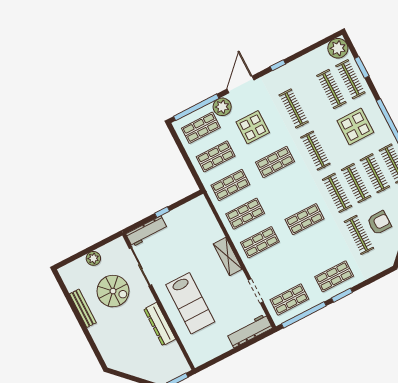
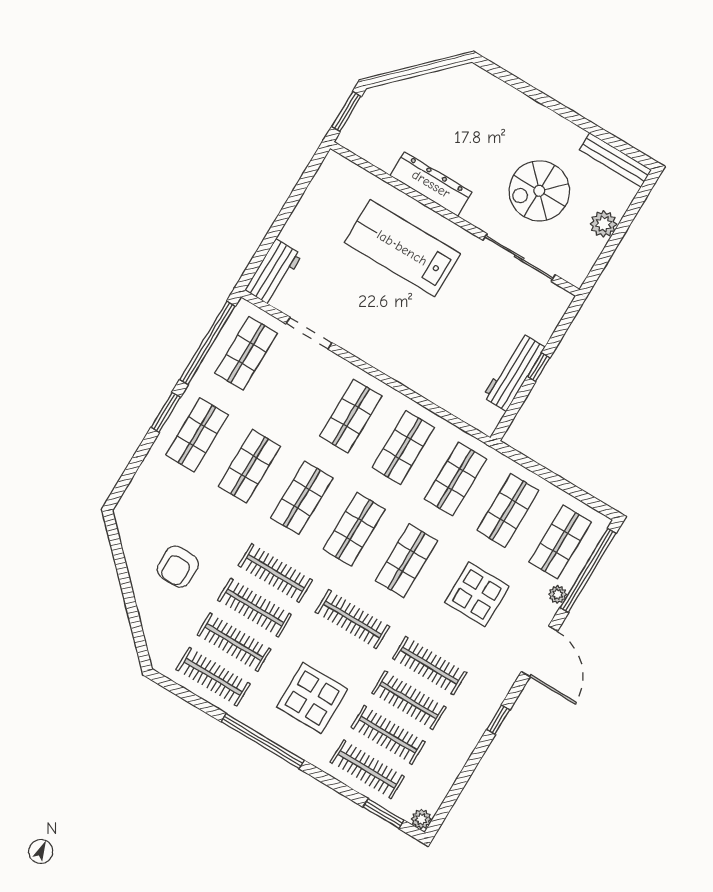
plant: (338, 48) -> (421, 819), width x0.53, depth x0.53
window: (362, 67) -> (384, 814), moved
plant: (222, 107) -> (558, 594), width x0.53, depth x0.53
shop shelf: (290, 191) -> (354, 529), added
workbench: (147, 231) -> (514, 372), moved
clothes rail: (359, 235) -> (409, 700), moved
shop shelf: (319, 248) -> (249, 466), added
shelving: (228, 257) -> (389, 361), removed
bench: (83, 308) -> (616, 160), moved
workbench: (250, 331) -> (273, 272), width x0.73

